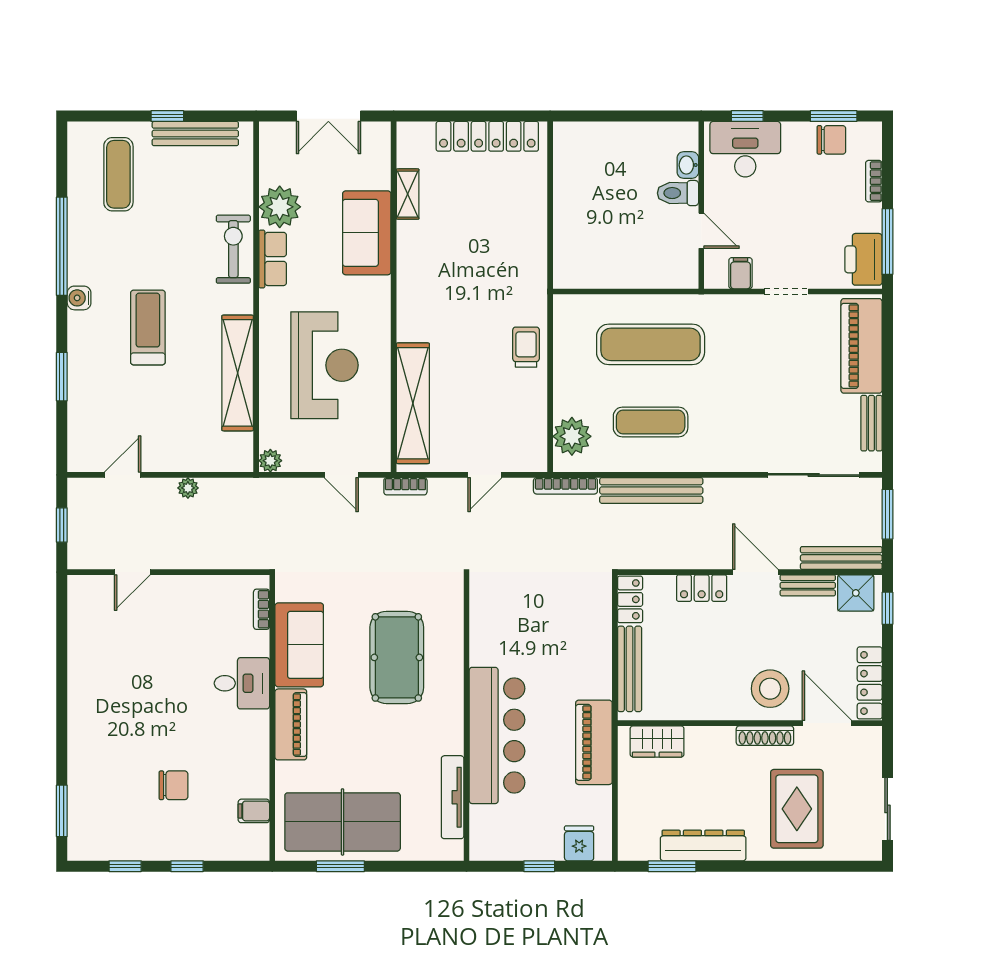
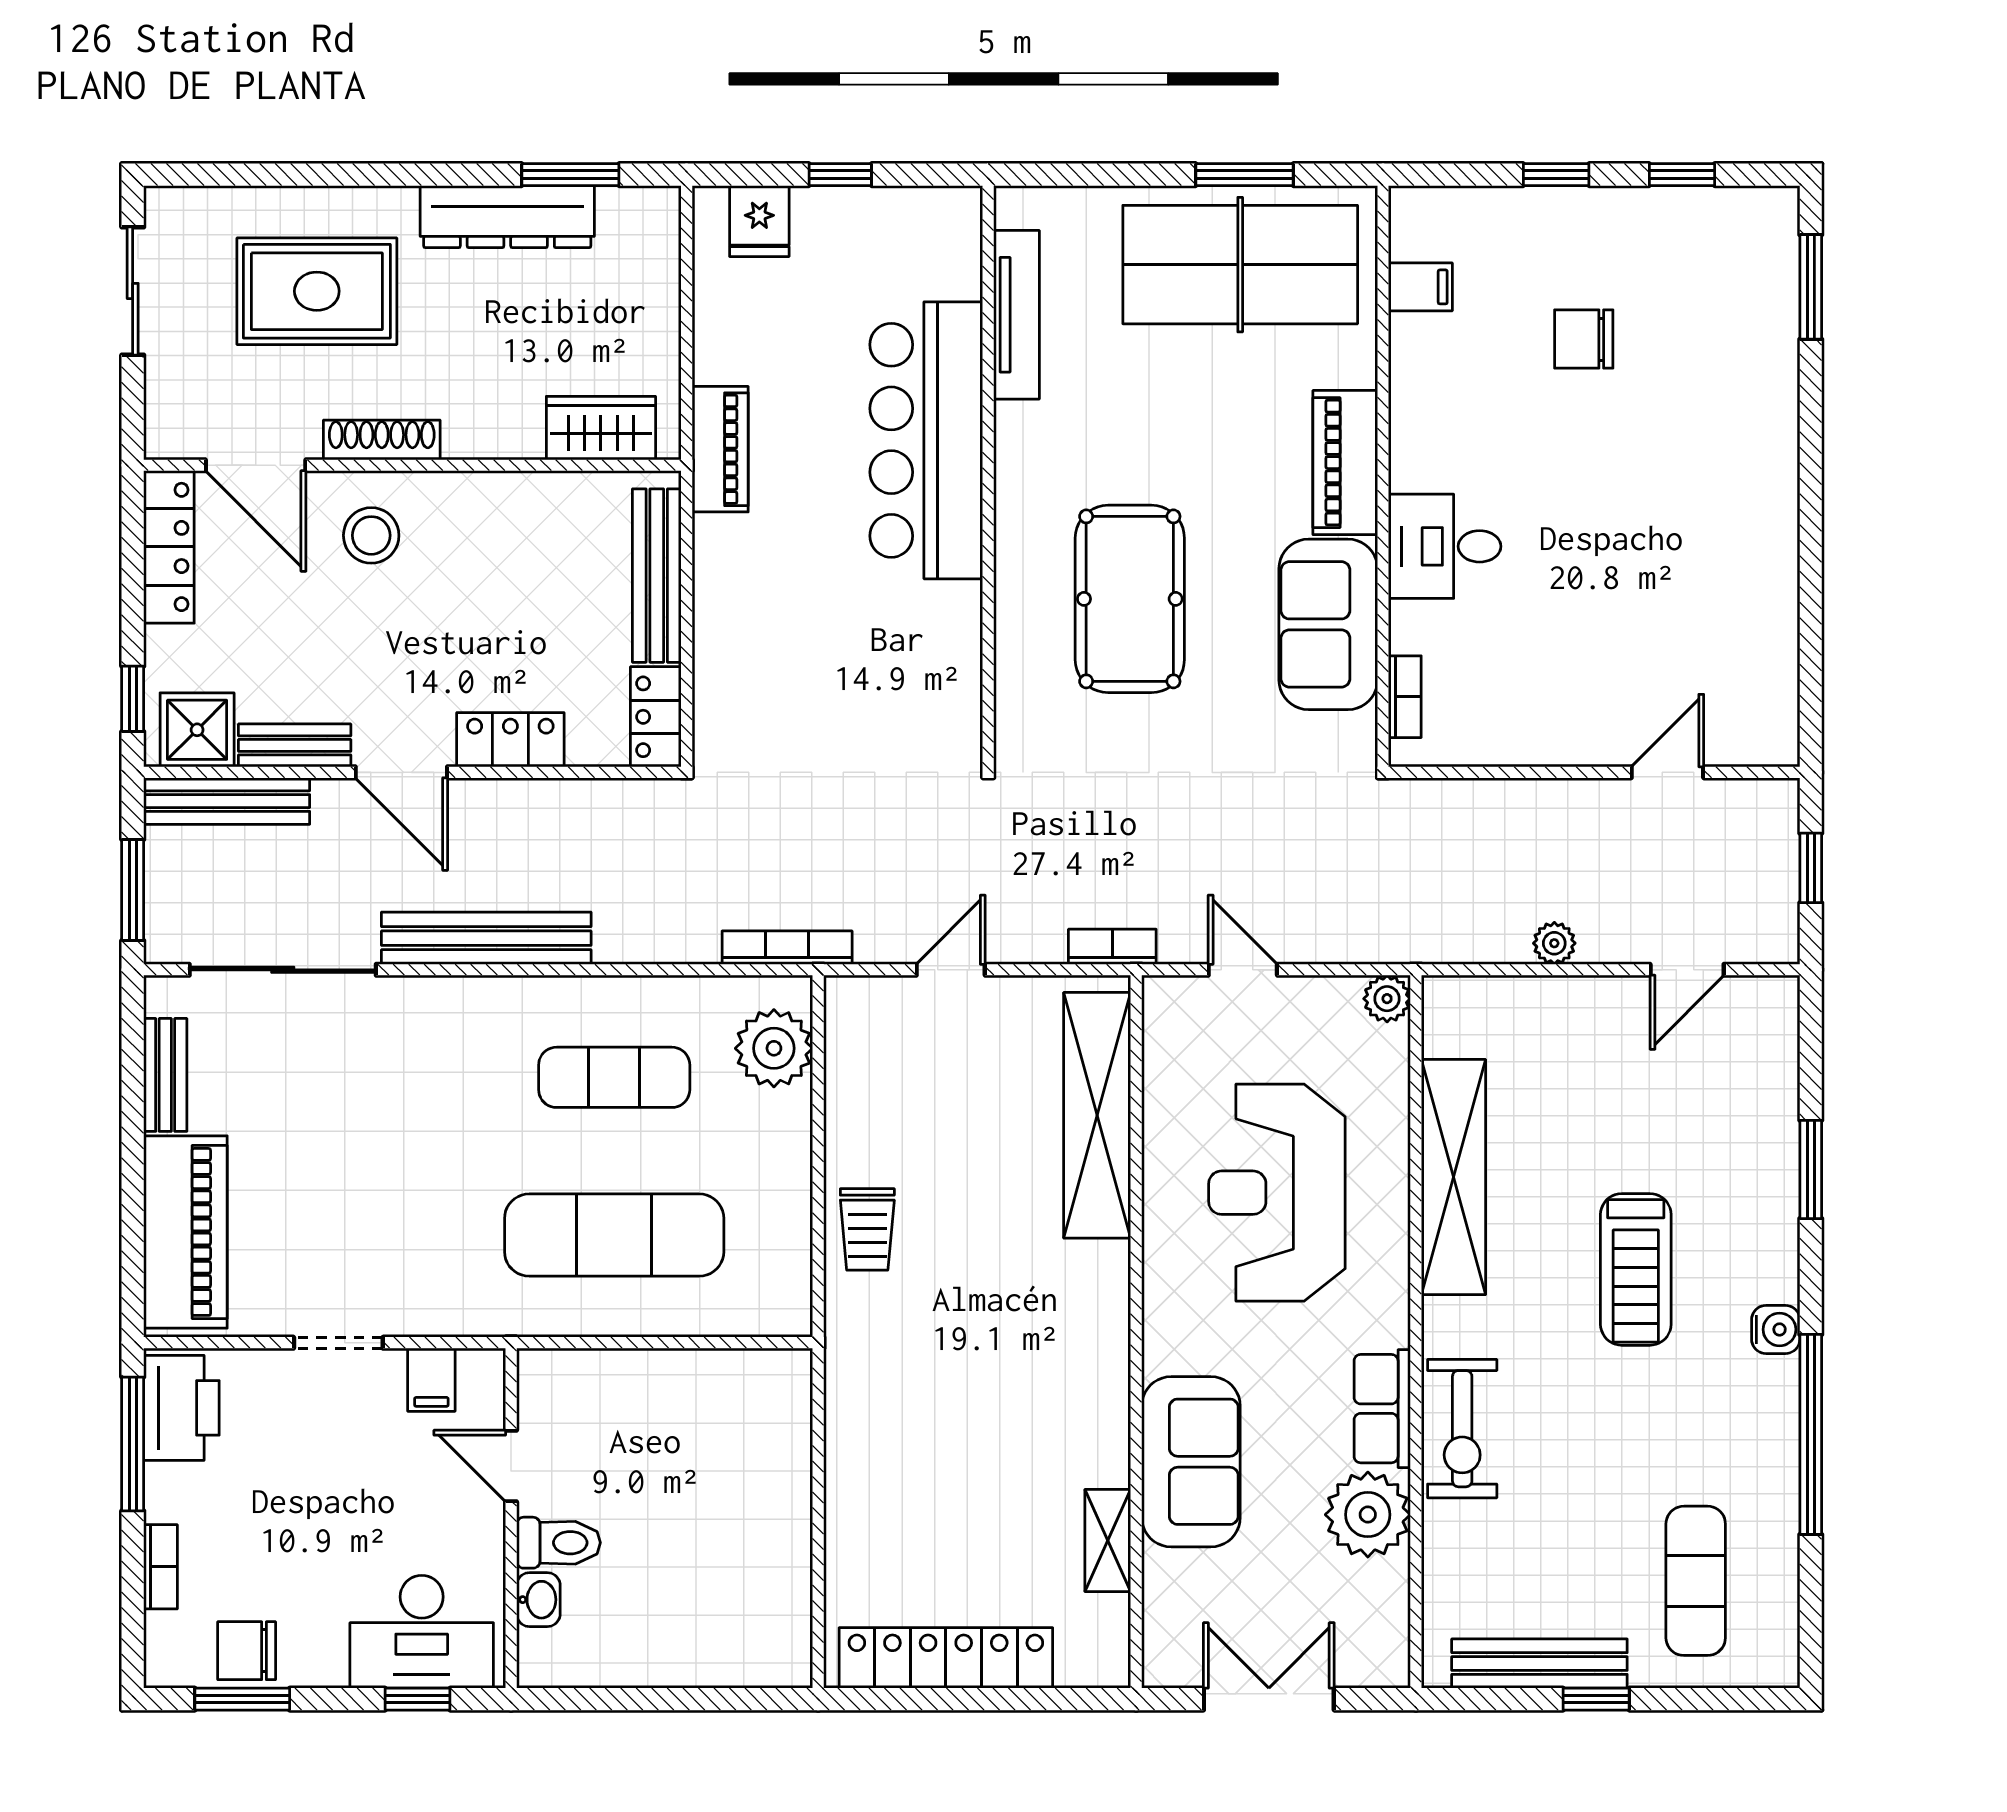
bench: (651, 490) -> (486, 938), moved
stool: (770, 689) -> (371, 535), width x0.73, depth x0.73
piano: (594, 742) -> (720, 449), width x0.73, depth x0.75
rug: (797, 809) -> (317, 291), turned 90

